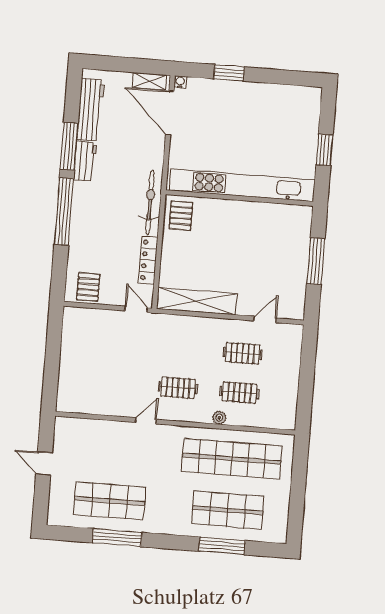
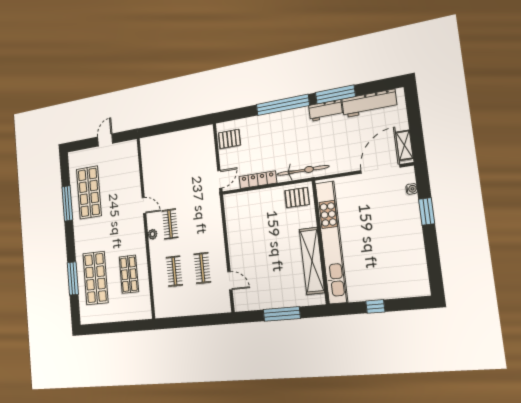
water cooler: (180, 82) -> (412, 189), moved
window: (325, 150) -> (375, 306), width x0.67
shelving: (196, 301) -> (312, 261), moved
plant: (219, 418) -> (153, 234), moved
shop shelf: (232, 459) -> (129, 274), width x0.50, depth x0.74

